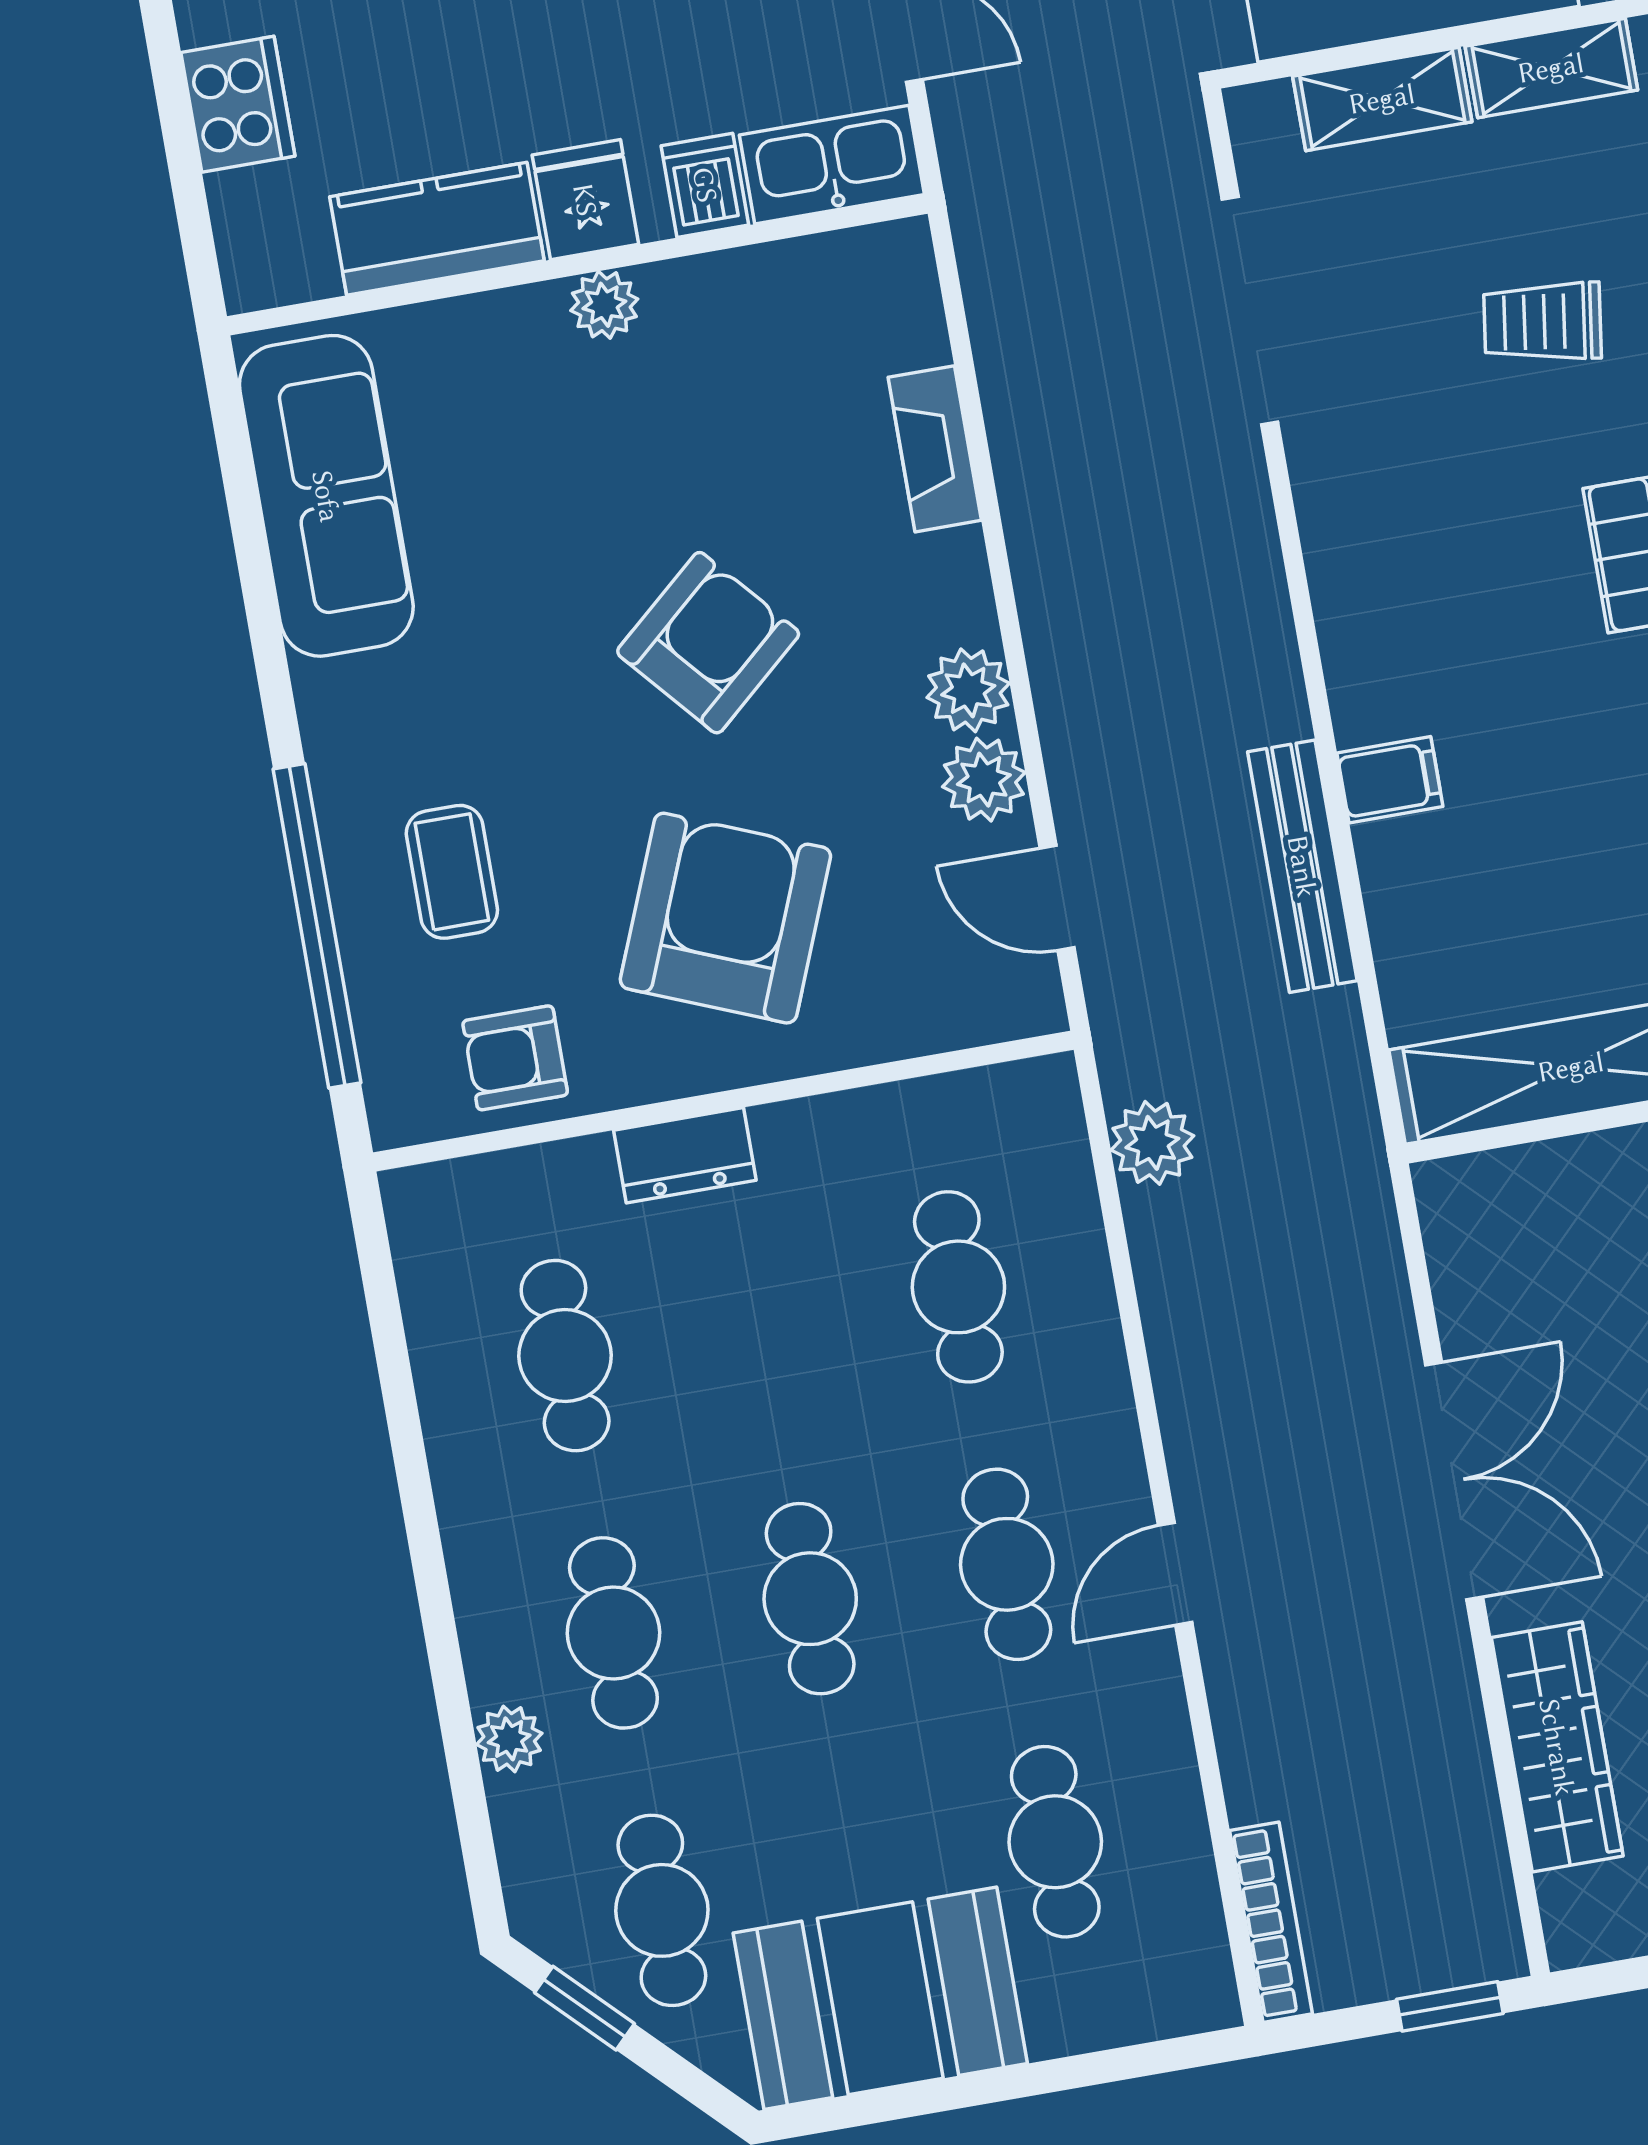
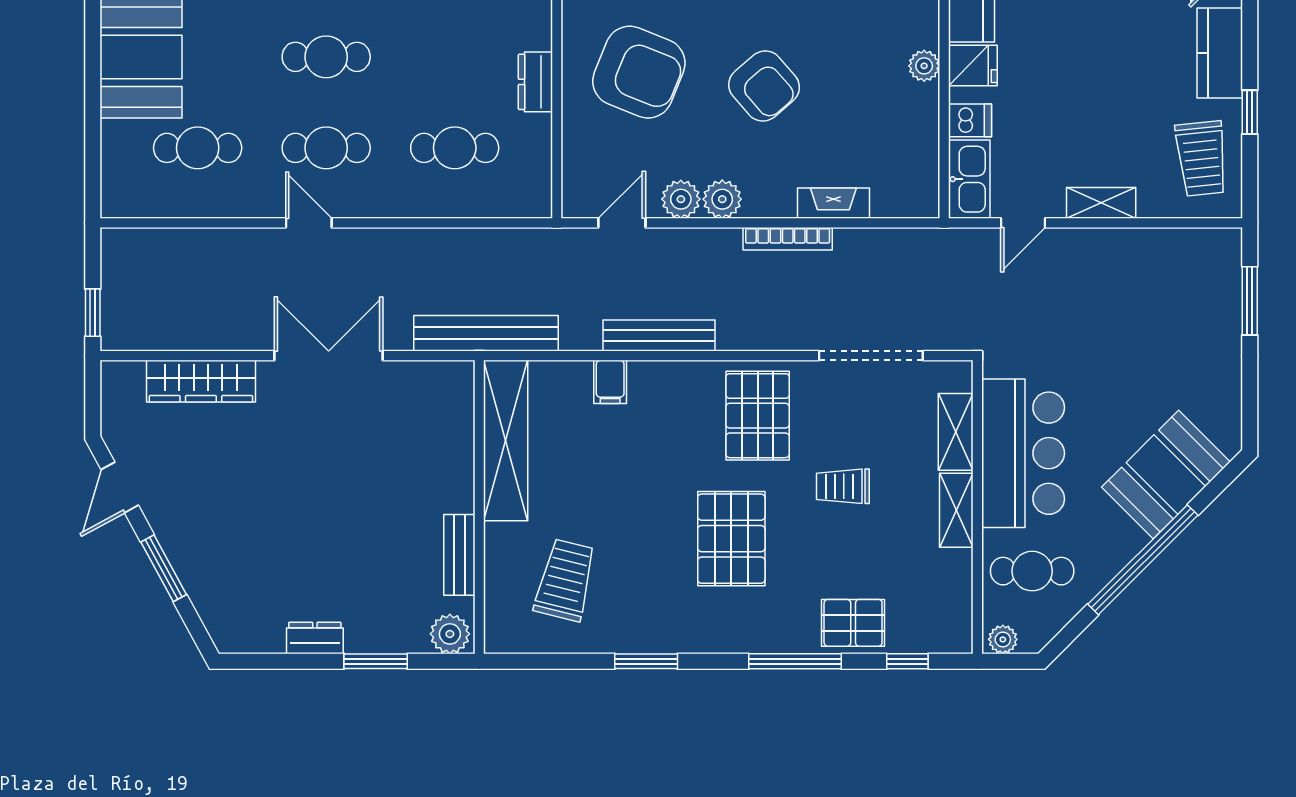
trolley: (1542, 322) -> (843, 486), turned -98
pallet: (1422, 533) -> (758, 416), added
filing cabinet: (1390, 780) -> (610, 382), moved
bench: (1302, 866) -> (659, 336), moved
plant: (1152, 1143) -> (504, 246), removed
bench: (1347, 1150) -> (486, 333), added
dresser: (685, 1155) -> (535, 82), moved
double door: (1454, 1481) -> (329, 356), swing flipped
bookcase: (1271, 1922) -> (788, 239), moved

